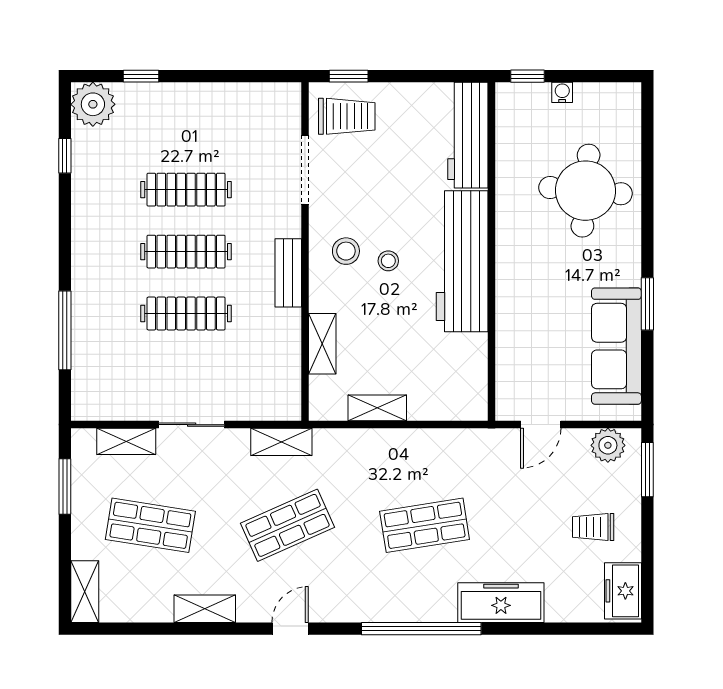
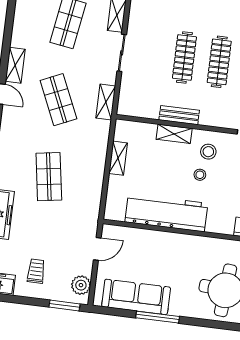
workbench: (462, 261) -> (166, 213), moved
bench: (288, 273) -> (179, 115), moved
window: (647, 304) -> (158, 317), width x1.44
shelving: (322, 344) -> (174, 134), moved
door: (541, 425) -> (97, 249), swing flipped
shelving: (205, 609) -> (15, 65), moved

